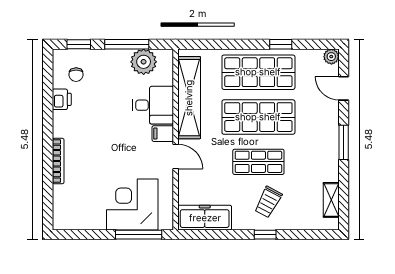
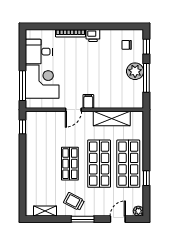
plant: (144, 62) -> (135, 71), moved
shelving: (189, 98) -> (112, 118), width x0.68
printer: (62, 99) -> (93, 36), moved
desk: (153, 105) -> (39, 52), moved, turned 90
trolley: (268, 202) -> (74, 201), moved
freezer: (205, 218) -> (34, 129), removed
window: (265, 235) -> (23, 127), moved

